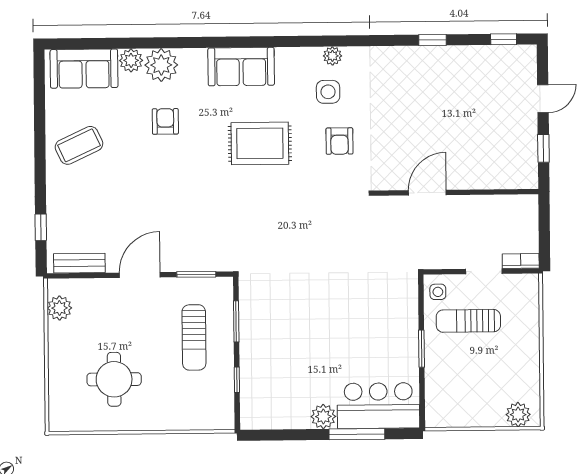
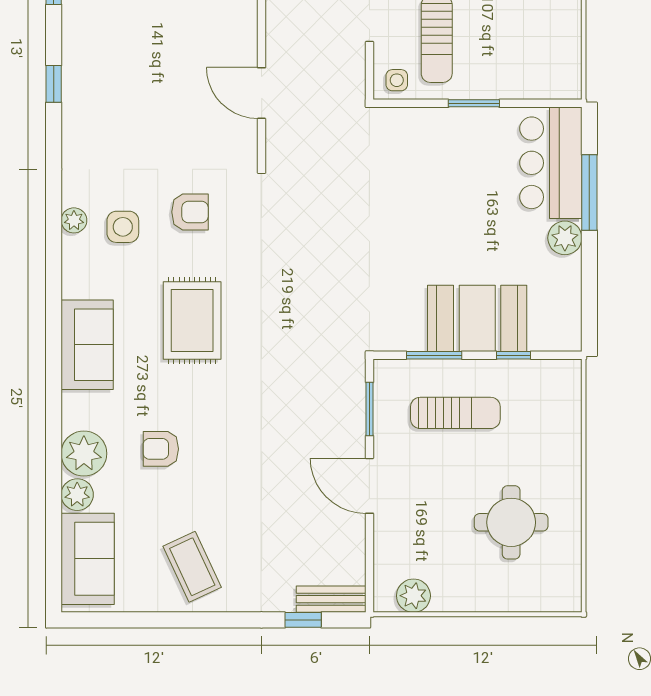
bench: (79, 263) -> (331, 599), moved, turned 90
booth: (264, 353) -> (477, 318), added

